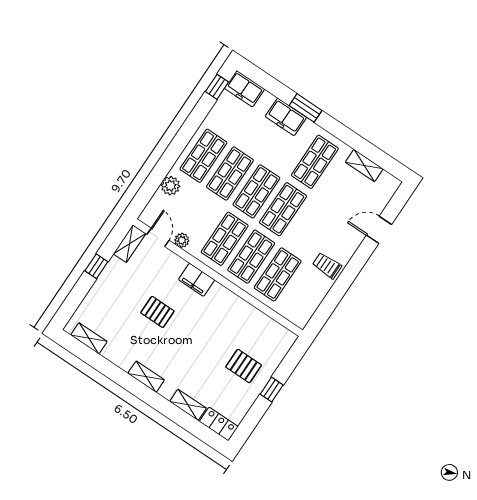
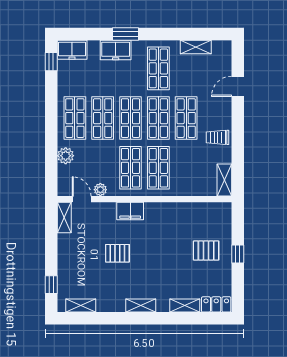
window: (96, 266) -> (51, 285), moved
shop shelf: (278, 274) -> (186, 118), moved
shelving: (306, 311) -> (224, 180), added

